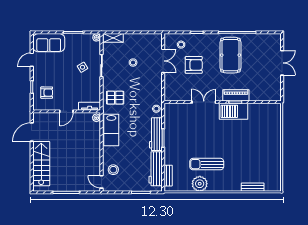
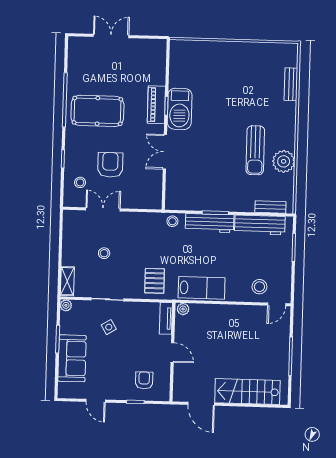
sofa: (49, 43) -> (72, 358), moved

